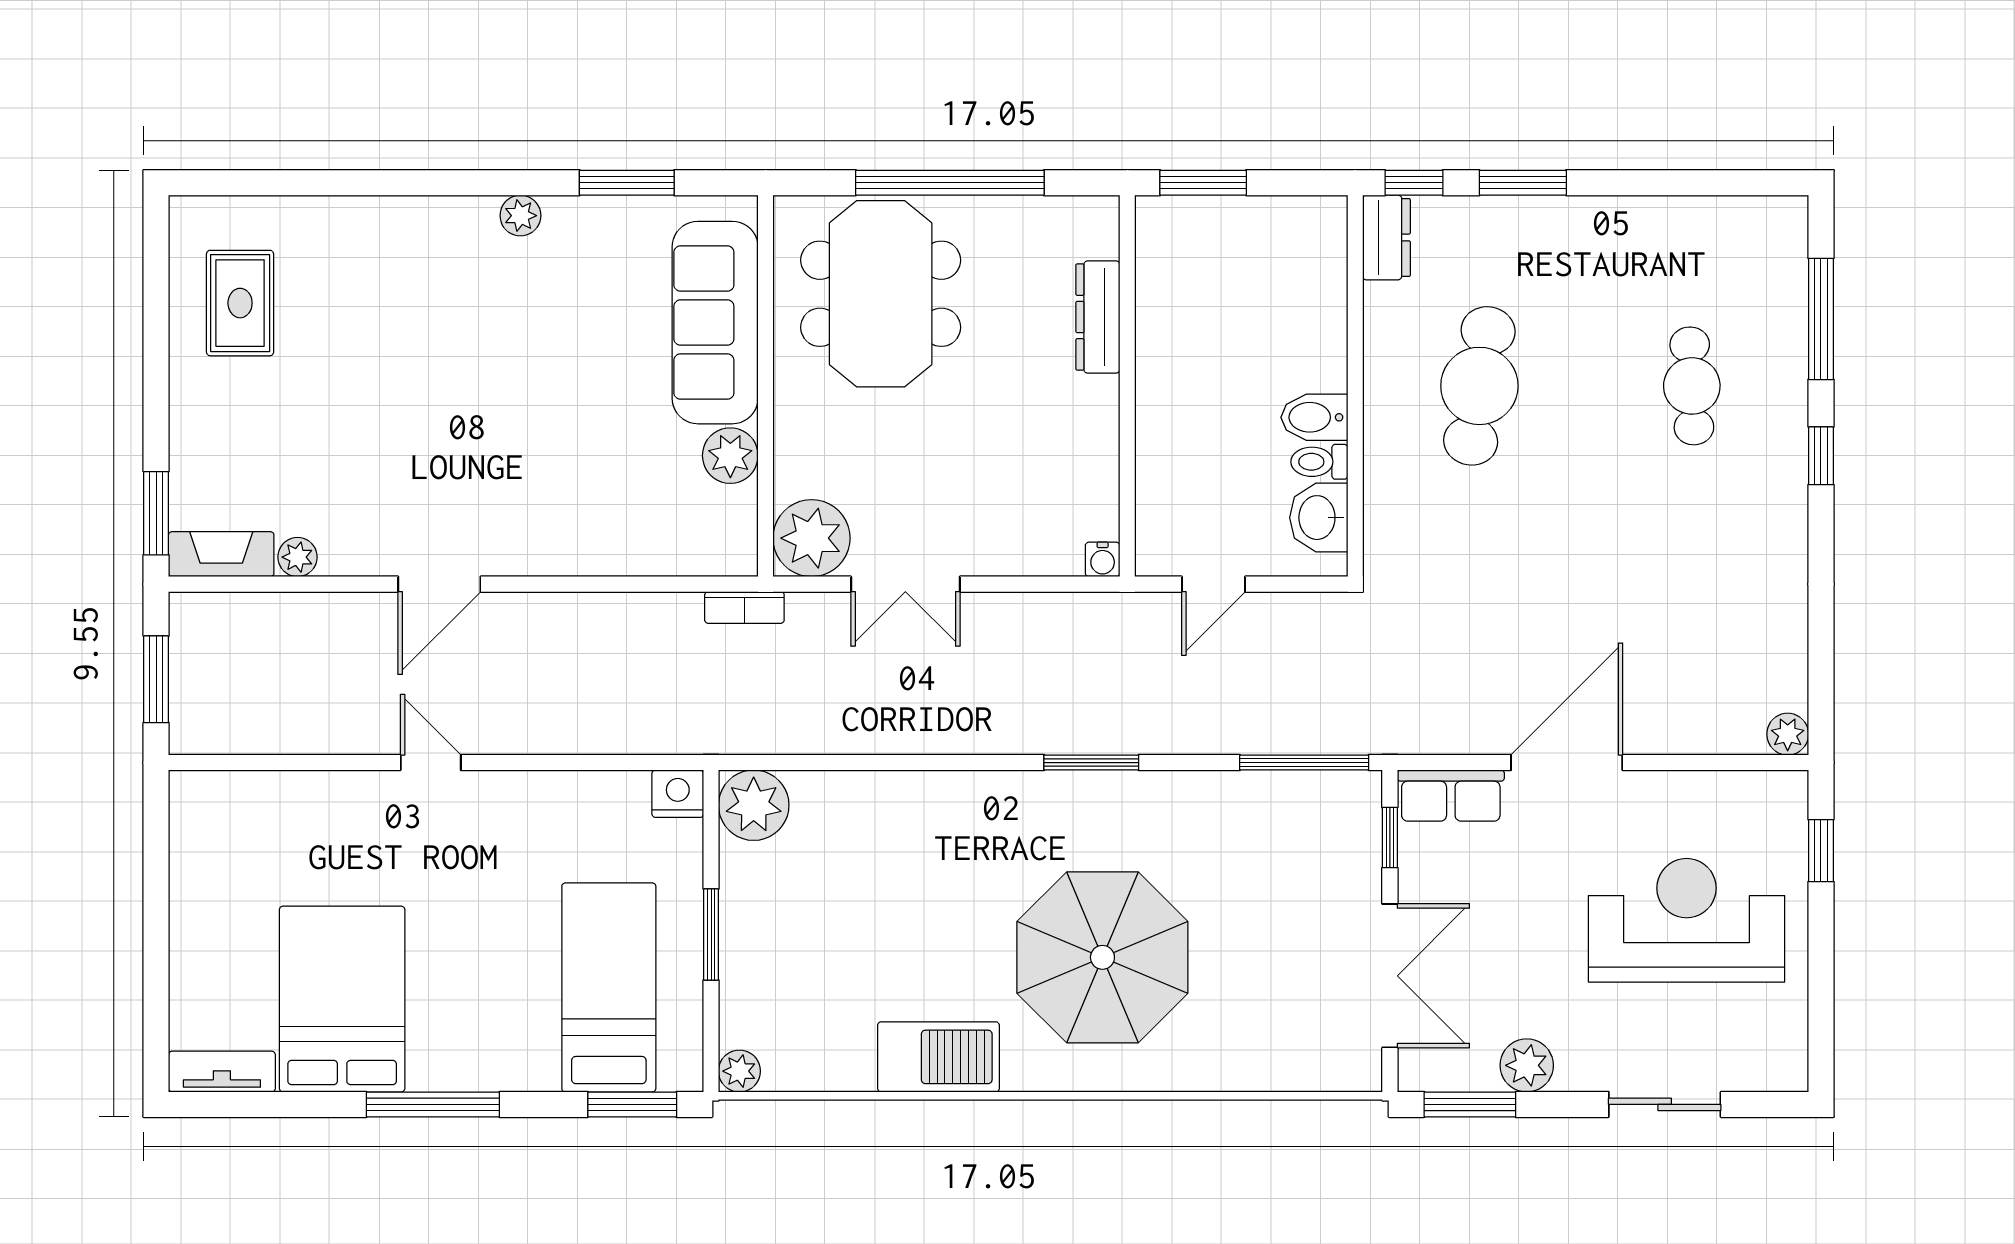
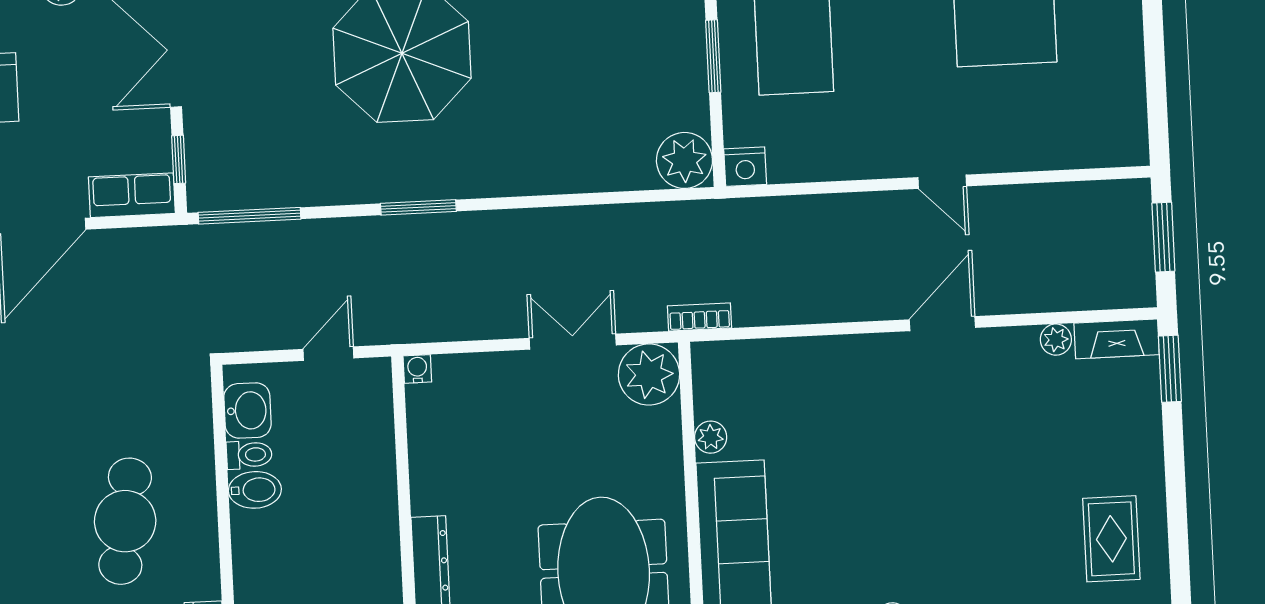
plant: (730, 456) -> (711, 437), width x0.73, depth x0.73

